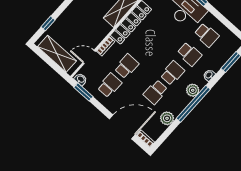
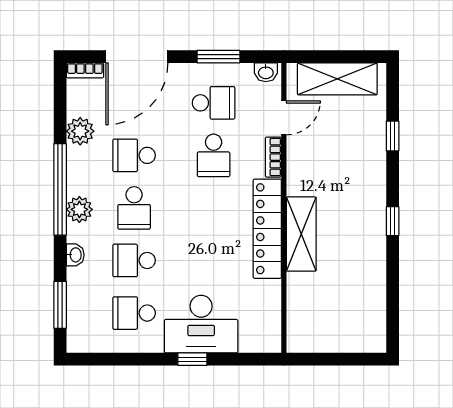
window: (48, 23) -> (393, 136), moved
school desk: (110, 85) -> (214, 103), turned -90
window: (83, 92) -> (218, 57), moved
school desk: (155, 92) -> (134, 155), turned -90

